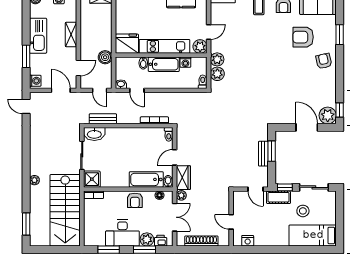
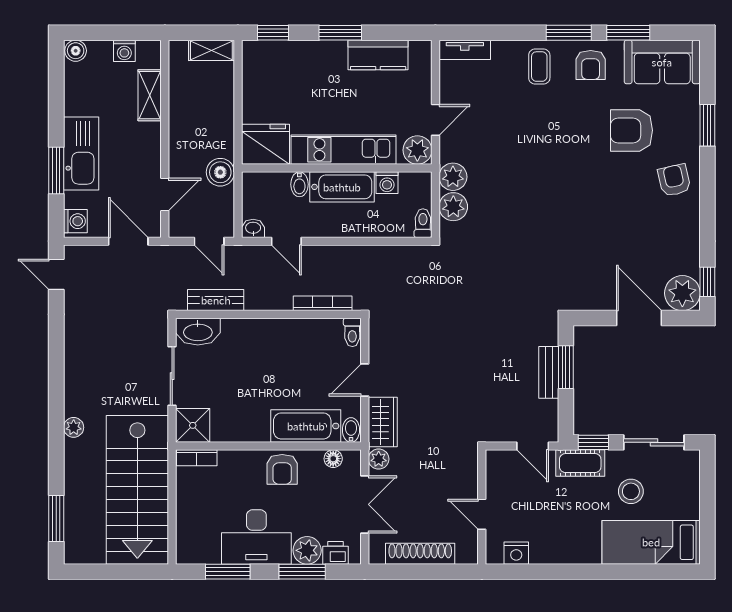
shelving: (71, 34) -> (150, 95), moved
kitchen sink: (38, 36) -> (81, 154), moved

